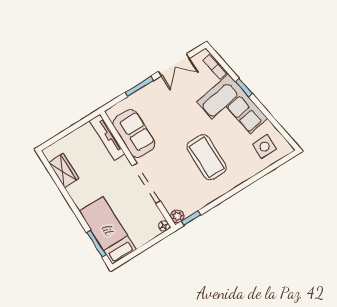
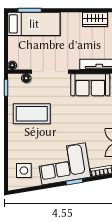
coffee table: (207, 157) -> (32, 114), moved
floor lamp: (168, 203) -> (26, 78), added
plant: (177, 216) -> (13, 79), removed

